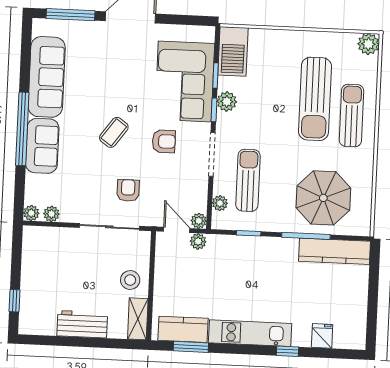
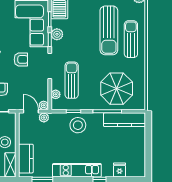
stool: (255, 257) -> (78, 125), added
kitchen counter: (183, 329) -> (26, 159), moved, turned 90

